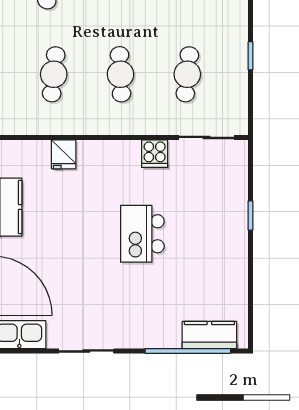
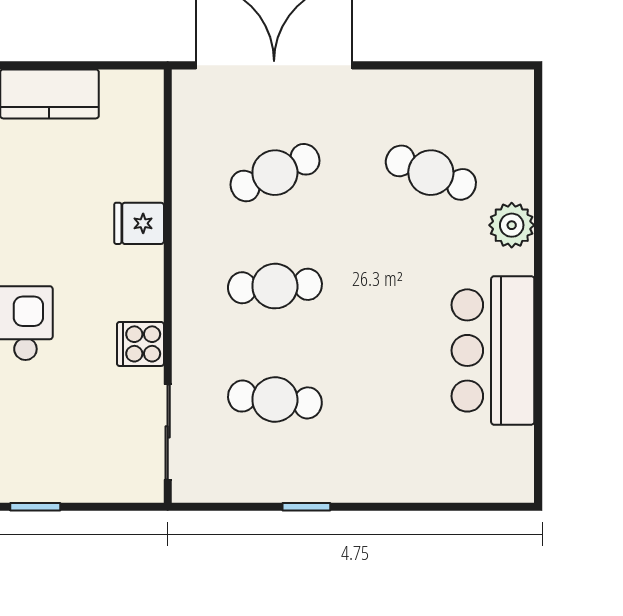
cafe table: (54, 74) -> (275, 173), turned -30
fridge: (64, 154) -> (139, 223), moved

